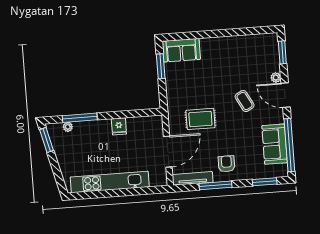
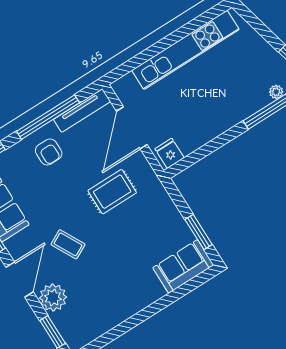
plant: (276, 78) -> (53, 297), width x1.87, depth x1.87
door: (286, 95) -> (20, 280), hinge flipped
fridge: (119, 126) -> (170, 153), moved
window: (216, 185) -> (48, 117), width x1.46

